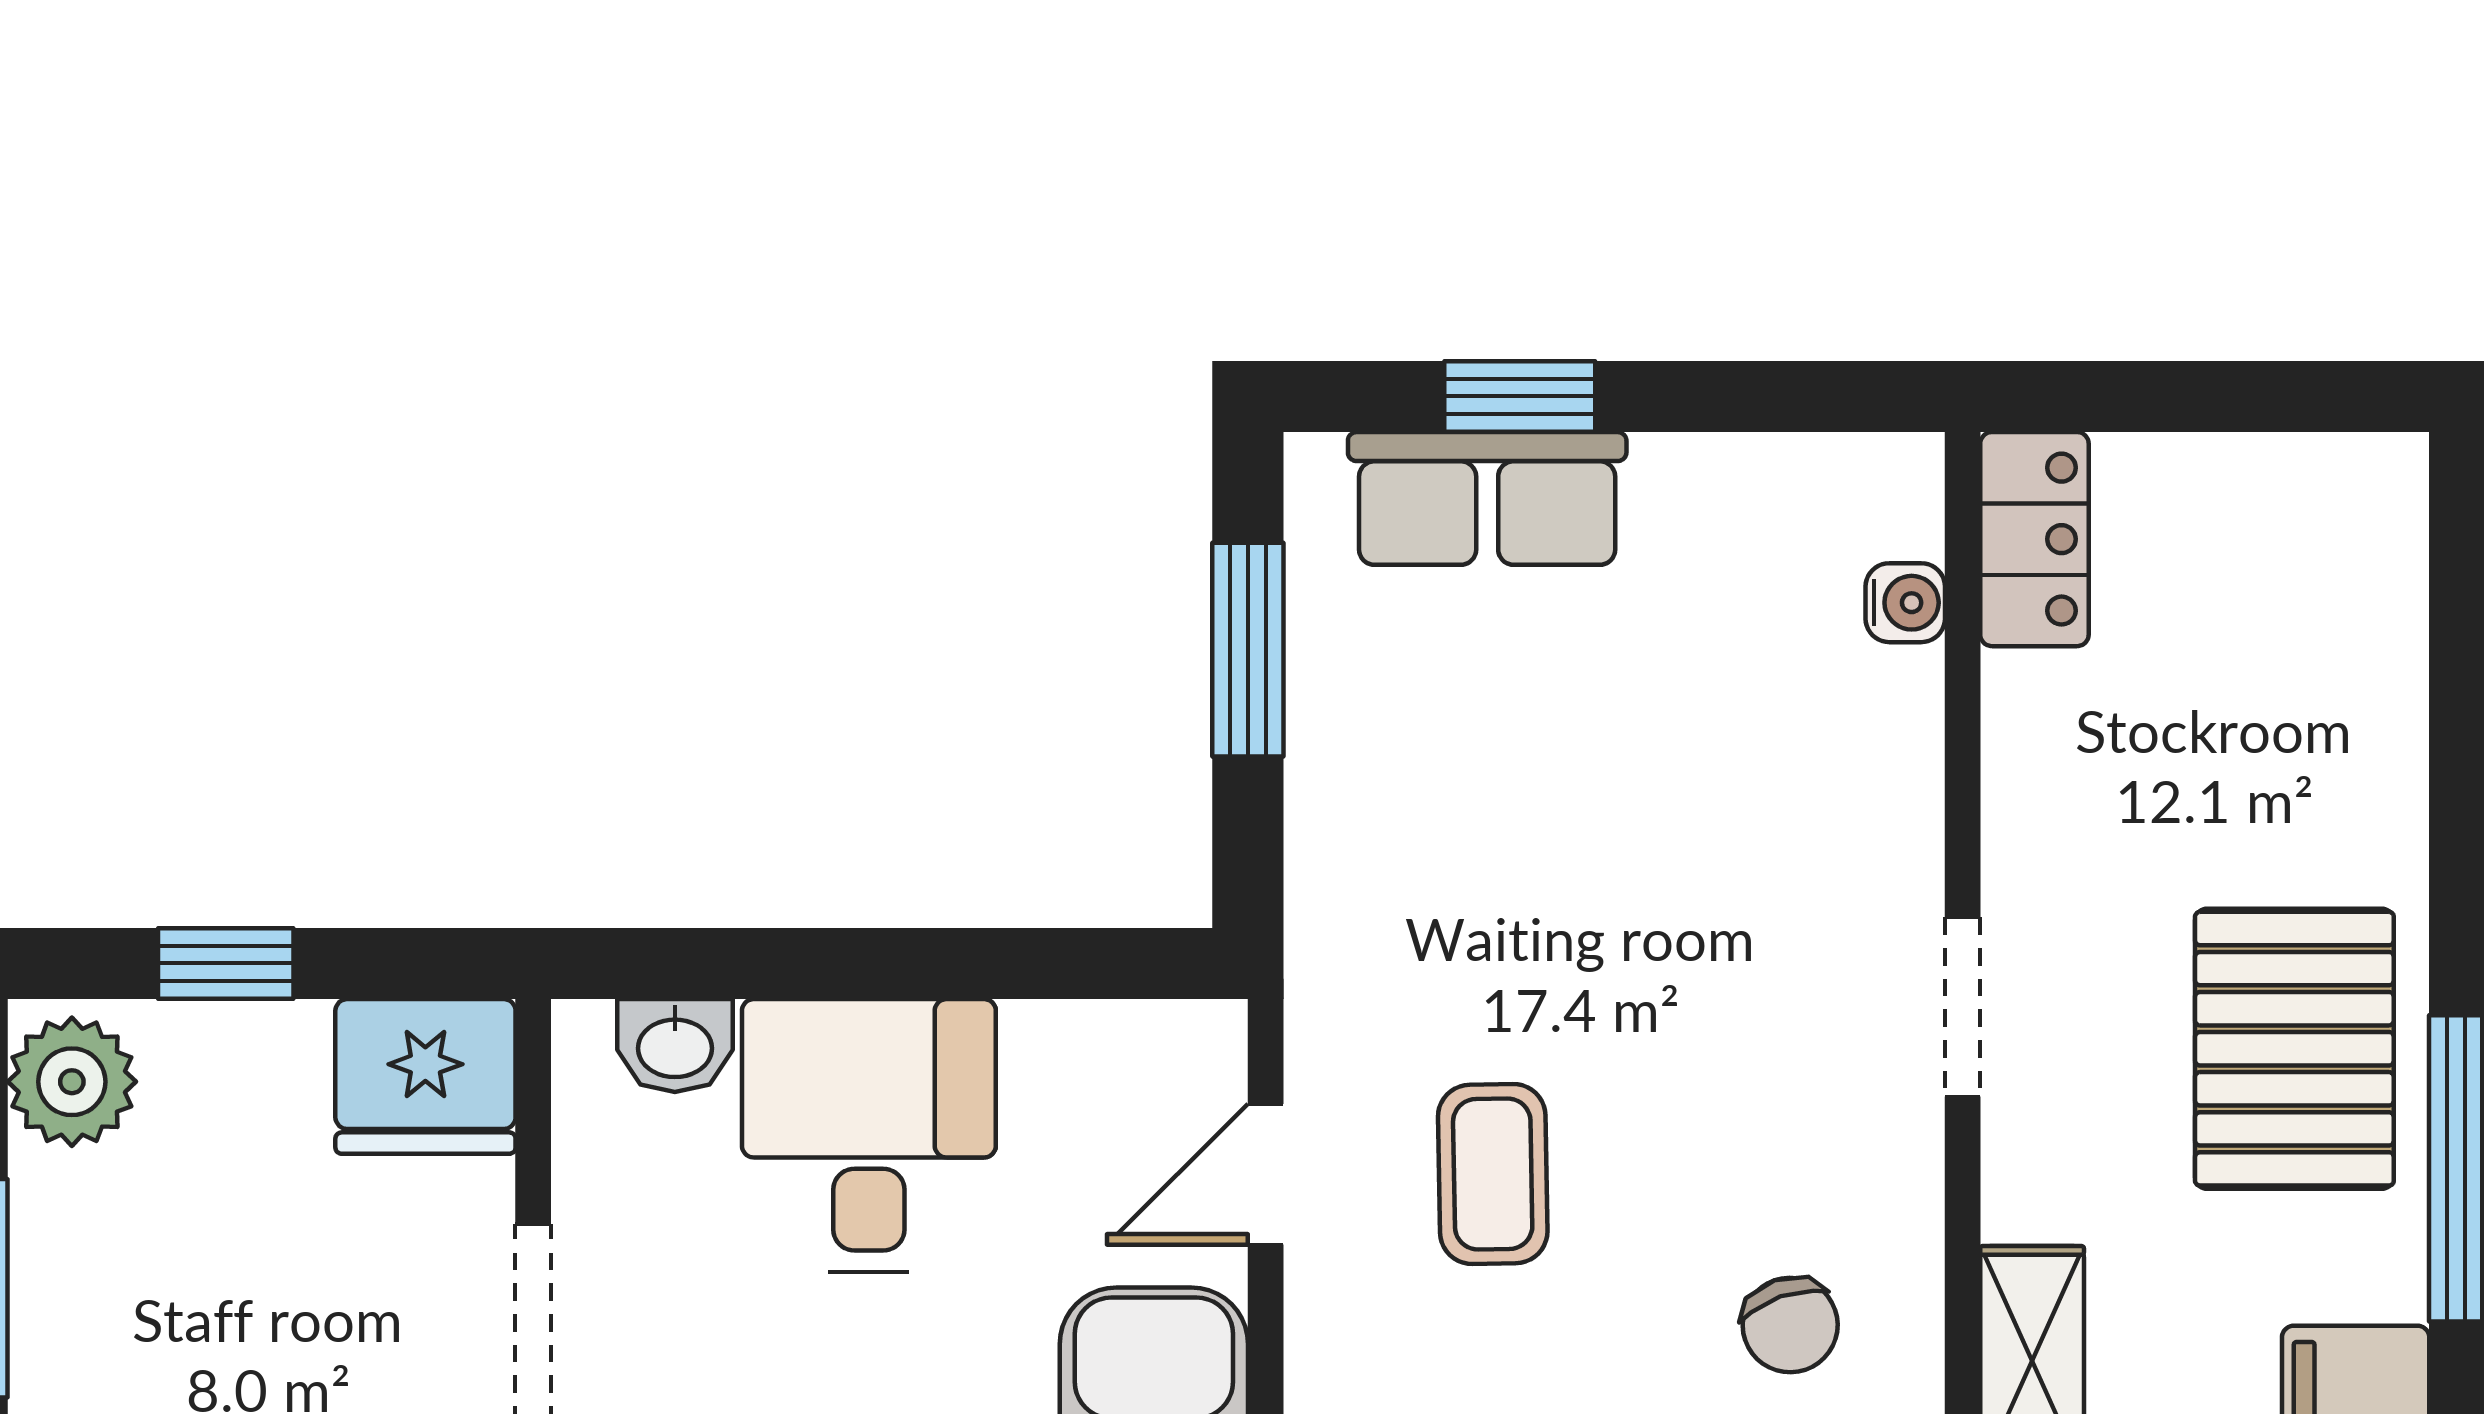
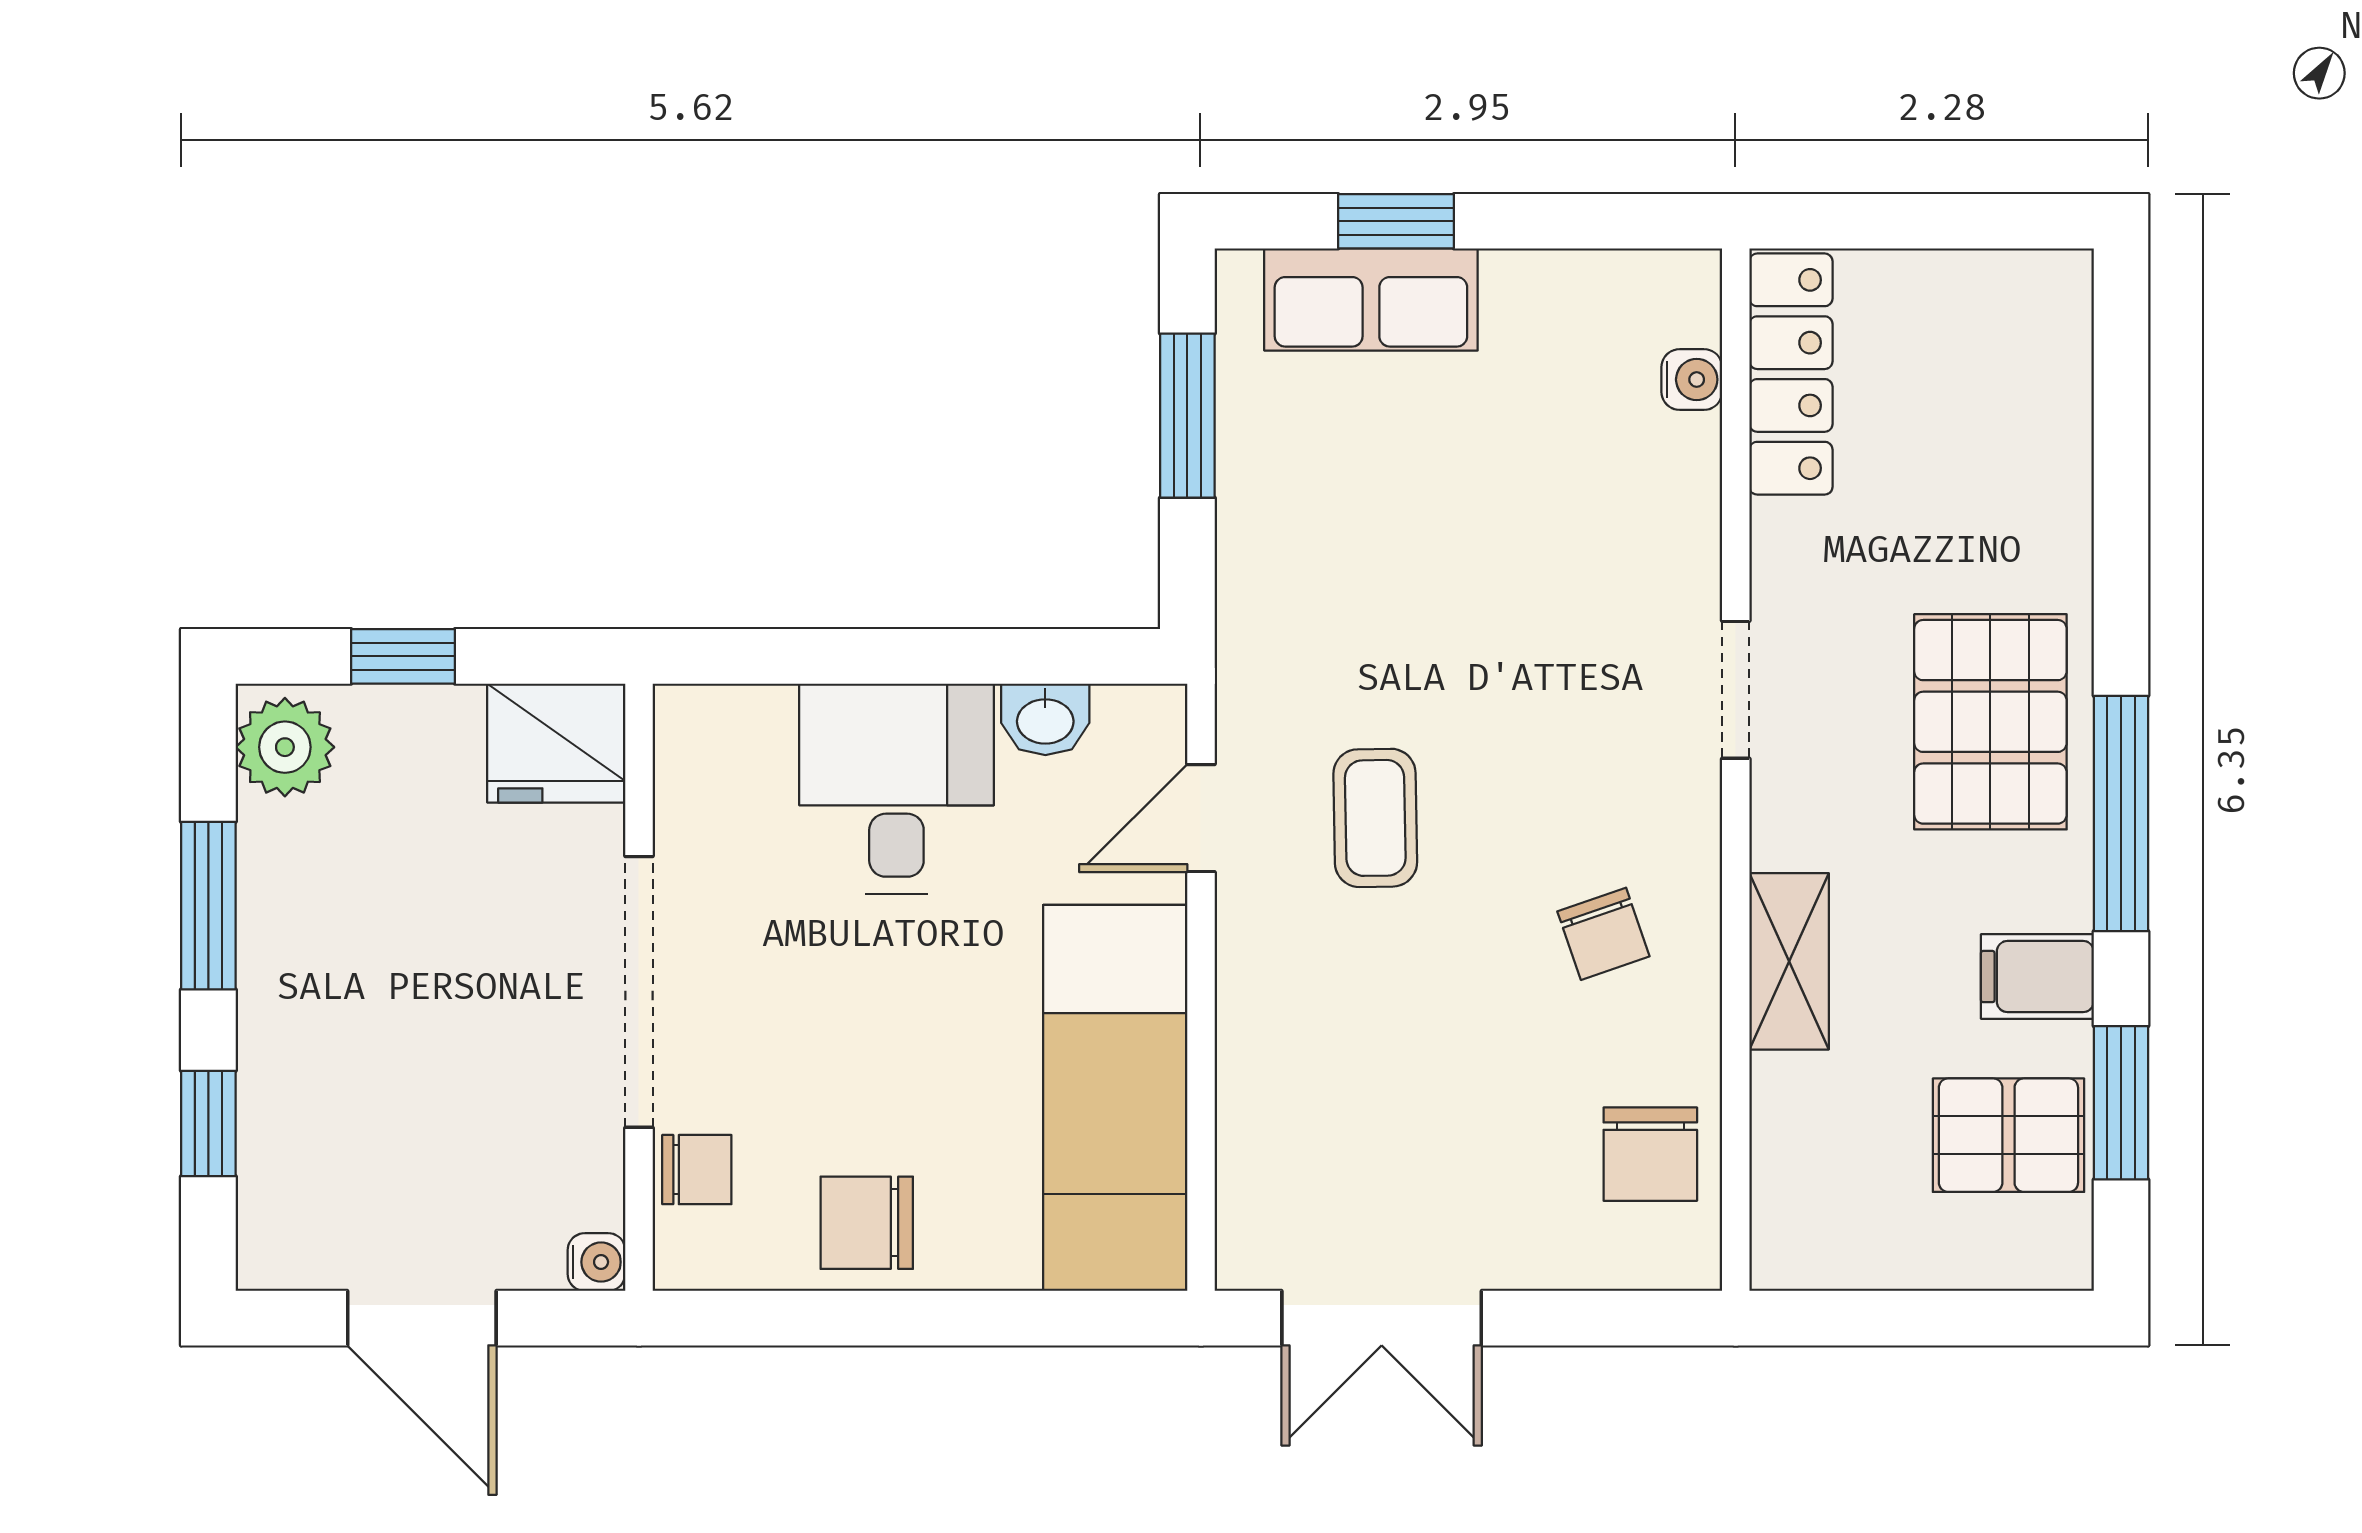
locker: (2034, 539) -> (1791, 374), width x1.53
washbasin: (675, 1045) -> (1045, 719), moved

